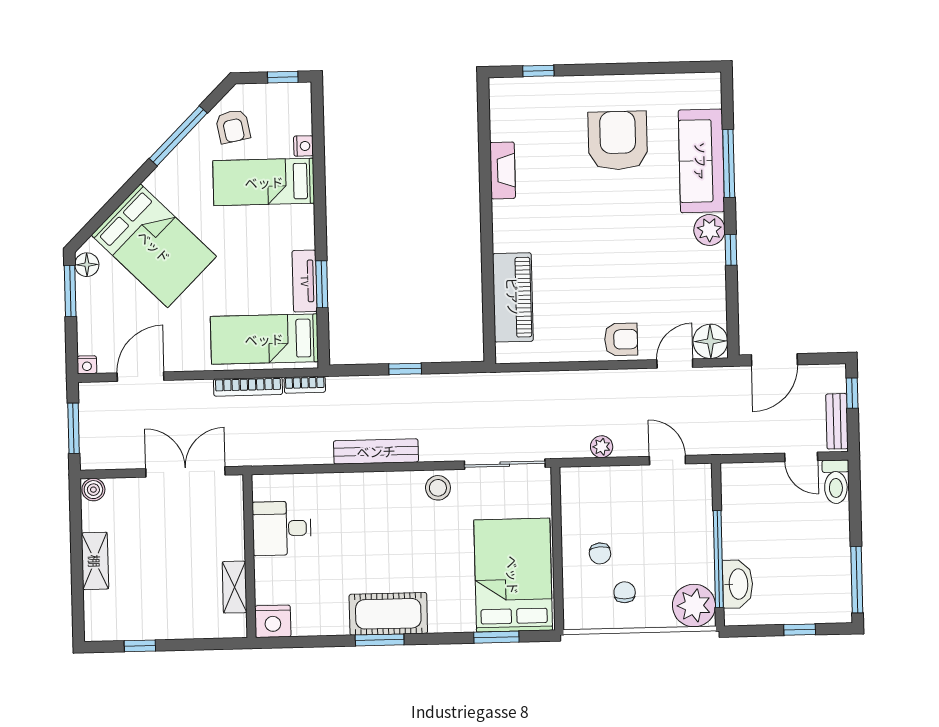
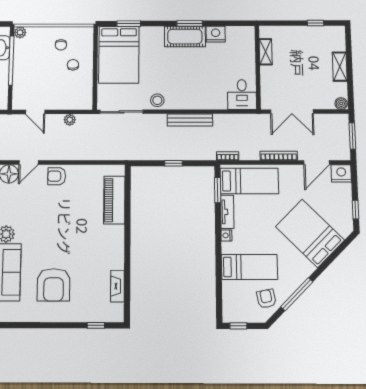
nightstand: (303, 146) -> (226, 235), moved
fireplace: (503, 170) -> (117, 286), moved
floor lamp: (87, 265) -> (347, 224), removed
window: (322, 284) -> (218, 190), moved
window: (70, 291) -> (356, 210), width x0.67
nightstand: (87, 365) -> (341, 173), width x1.89, depth x1.79
bookcase: (248, 387) -> (279, 156), moved
desk: (282, 528) -> (242, 94), moved, turned 90
plant: (694, 606) -> (20, 32), width x0.53, depth x0.53
nightstand: (273, 621) -> (216, 34), moved

